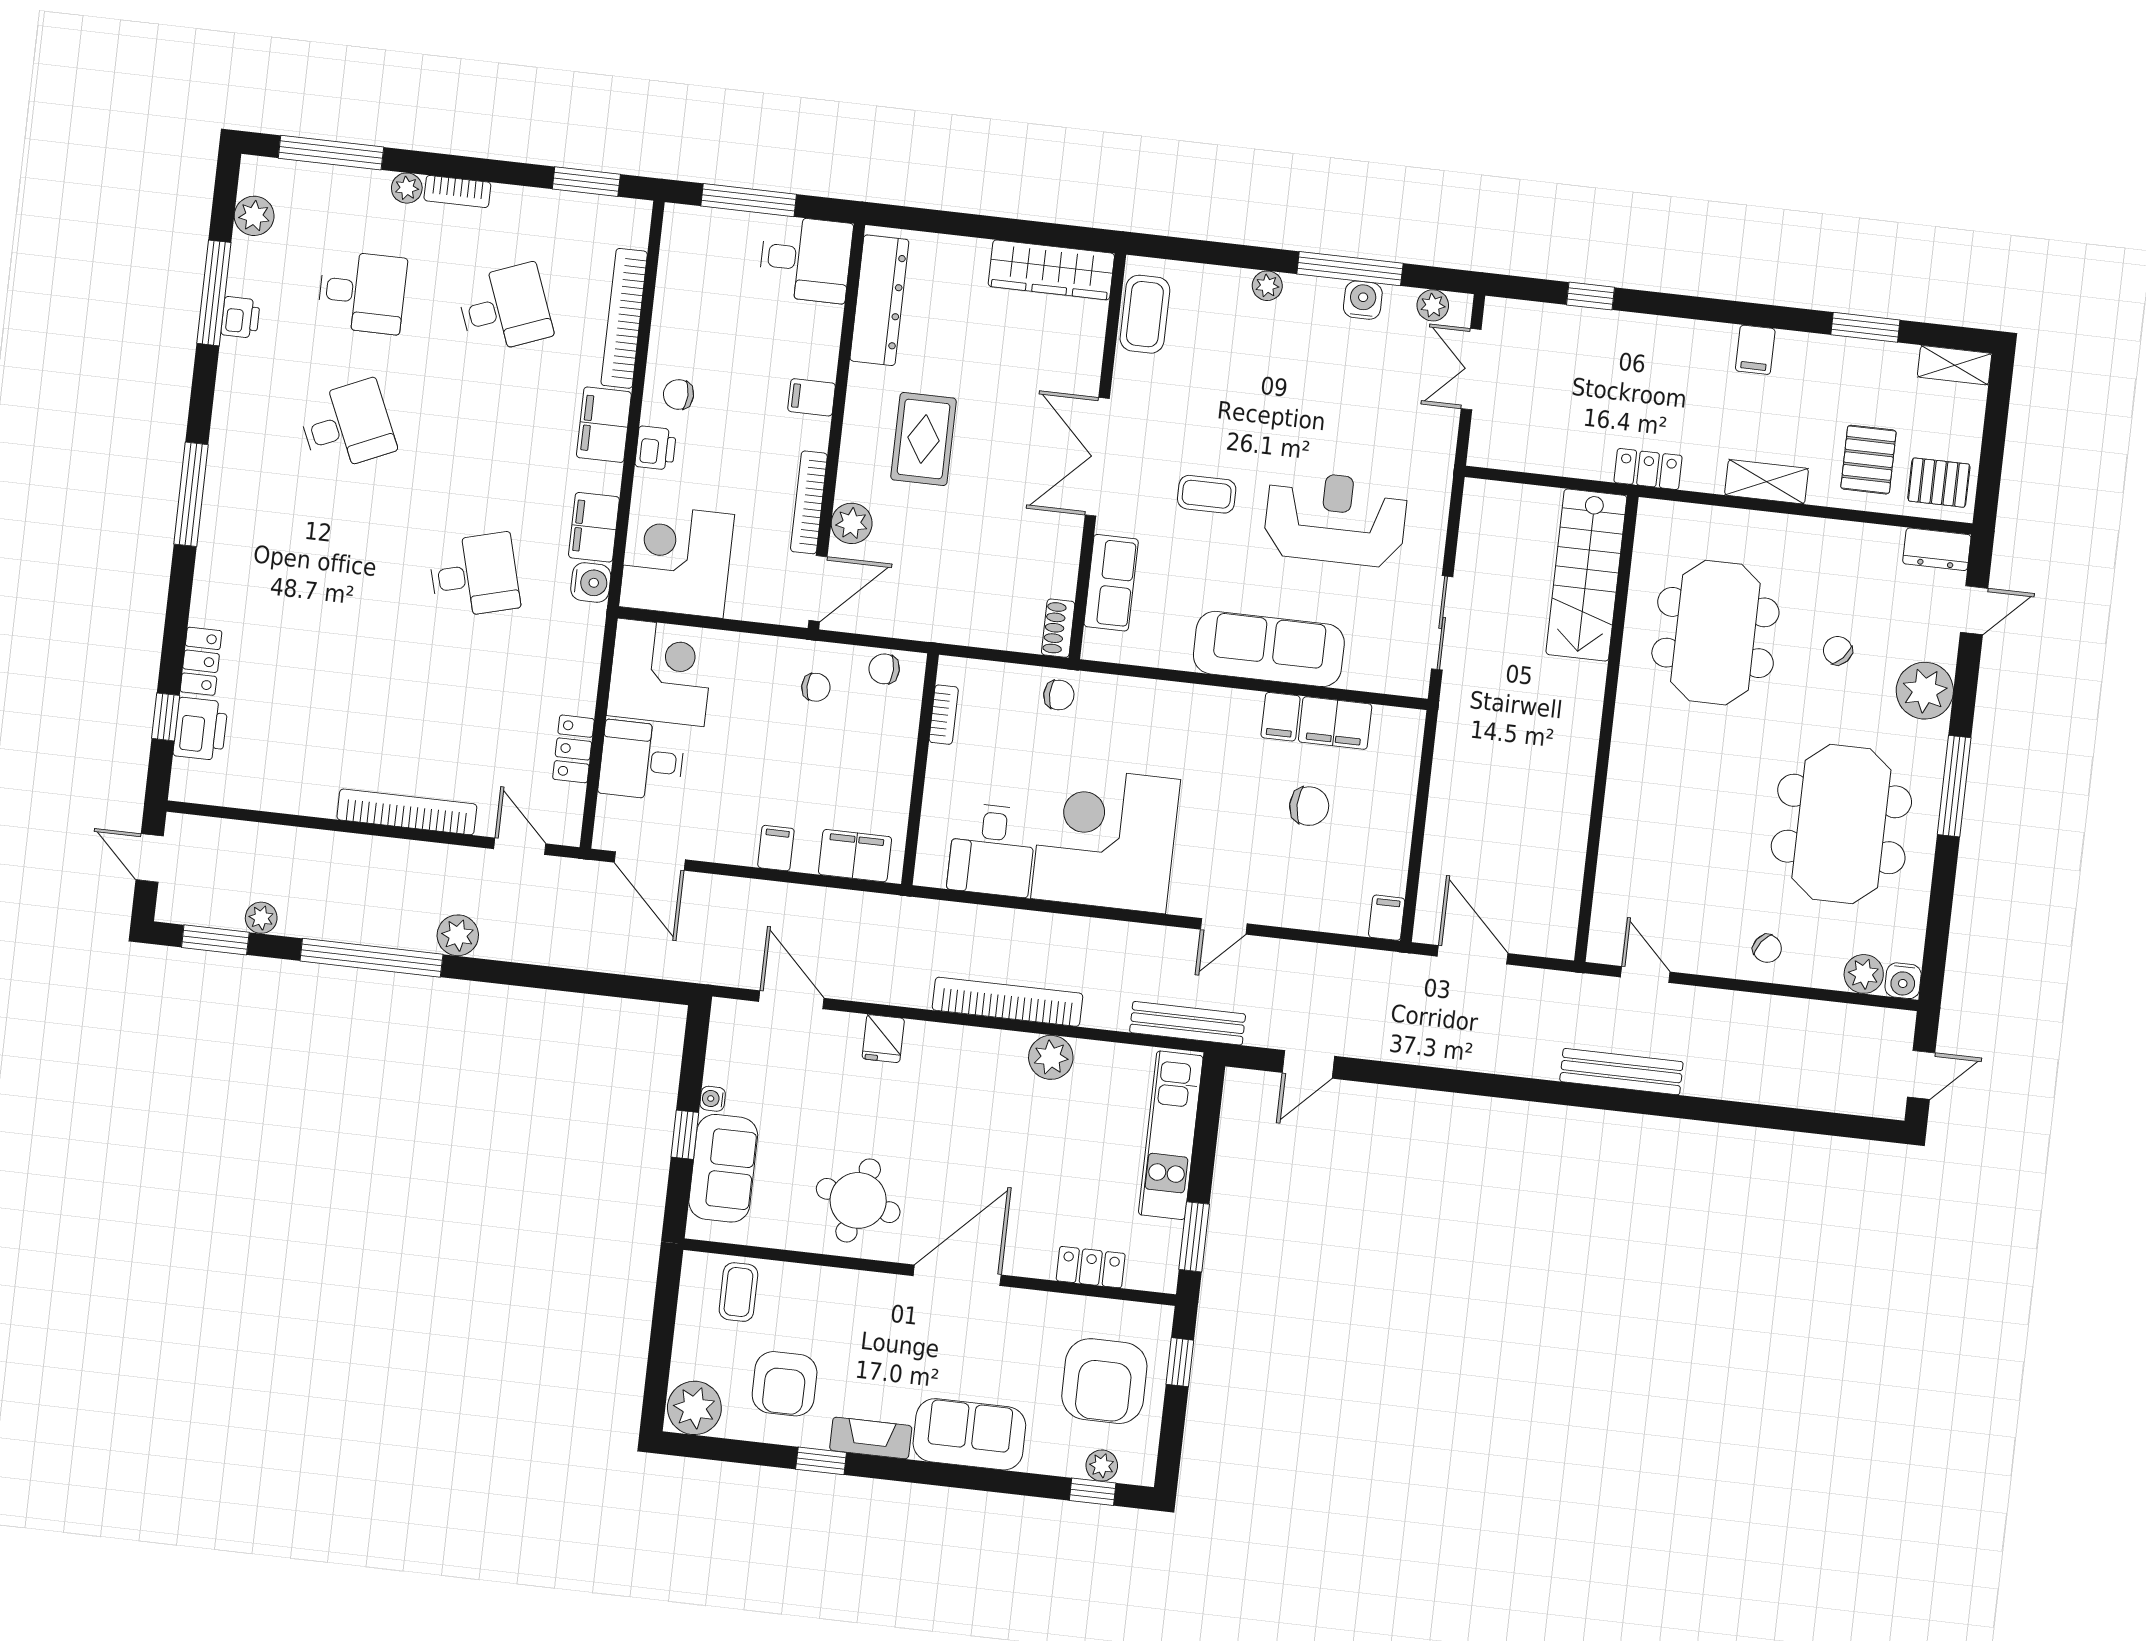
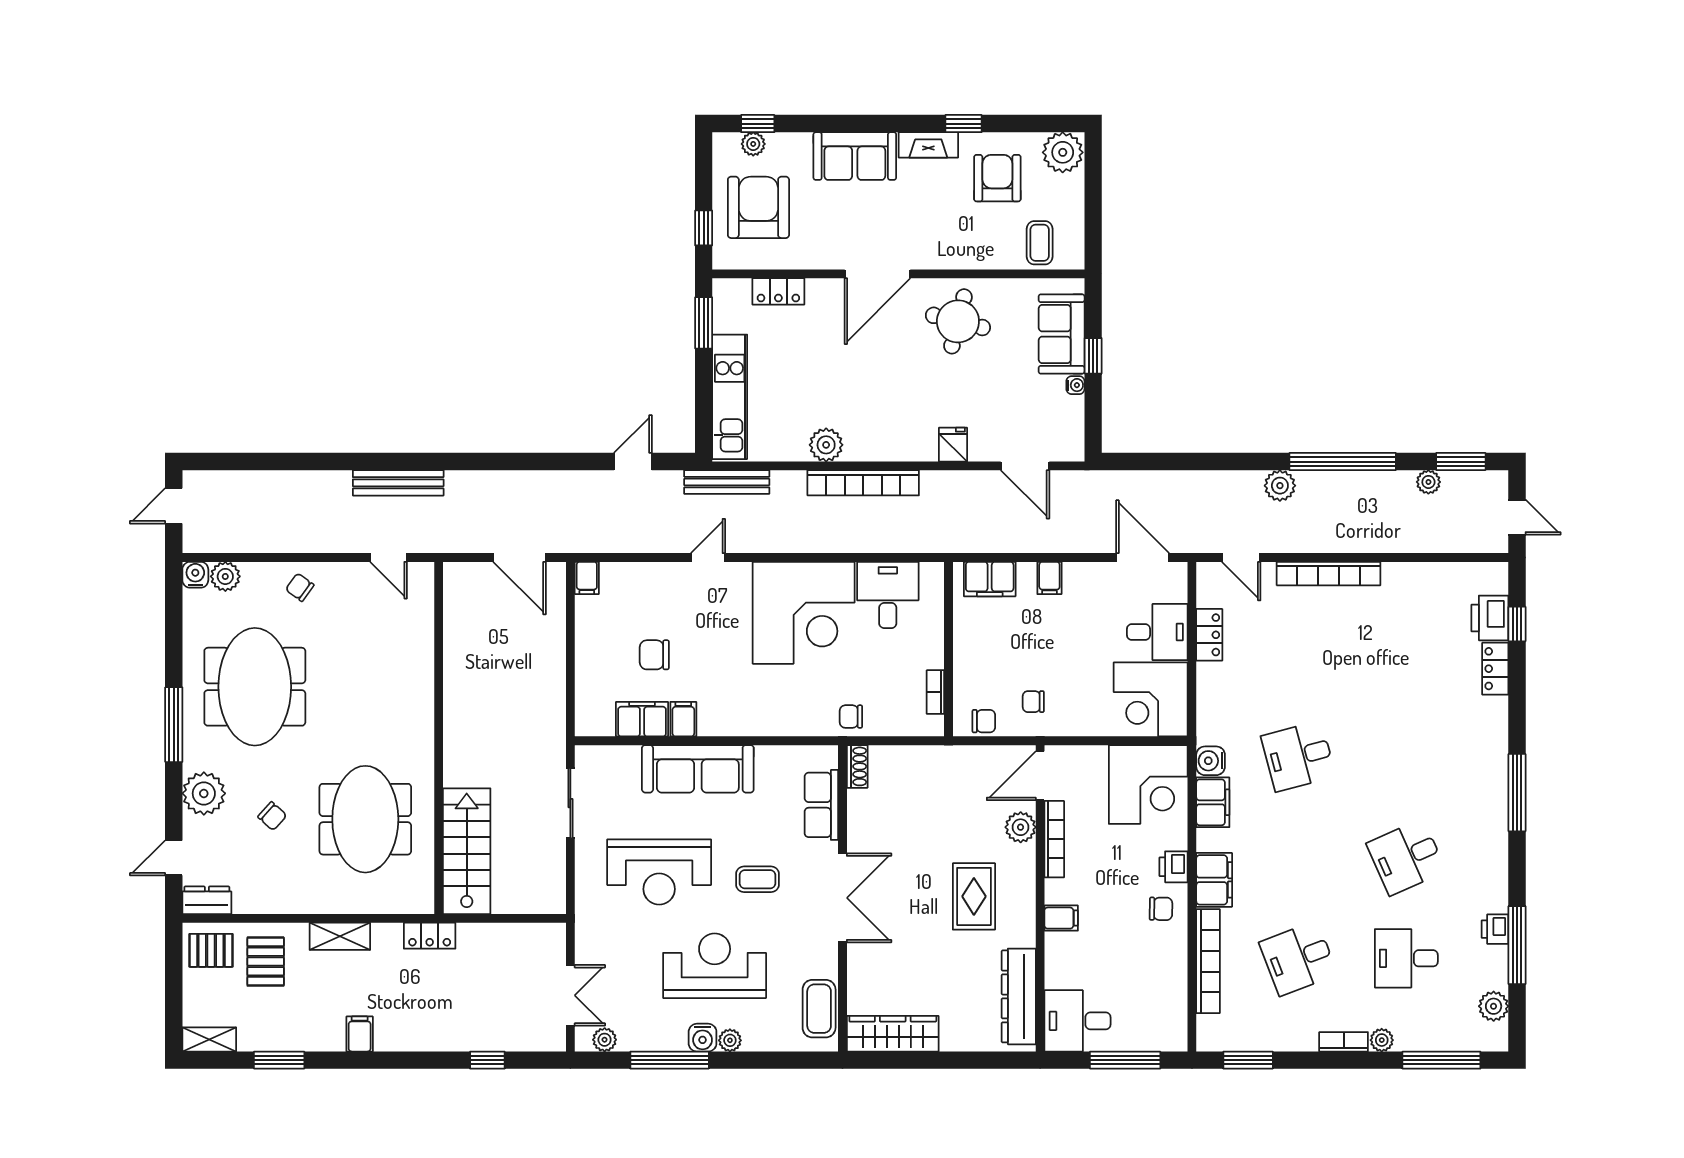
water cooler: (1363, 300) -> (703, 1038), moved
reception desk: (1276, 386) -> (715, 966), added

